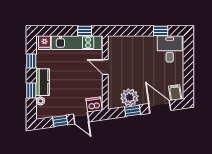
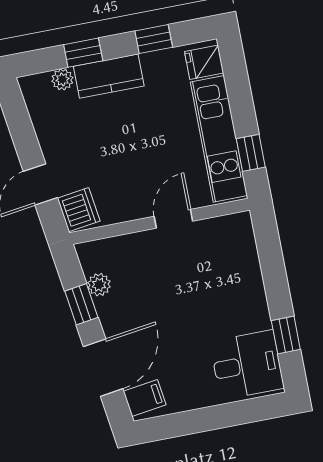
plant: (129, 97) -> (99, 285), width x0.53, depth x0.53
window: (60, 121) -> (24, 136), removed

